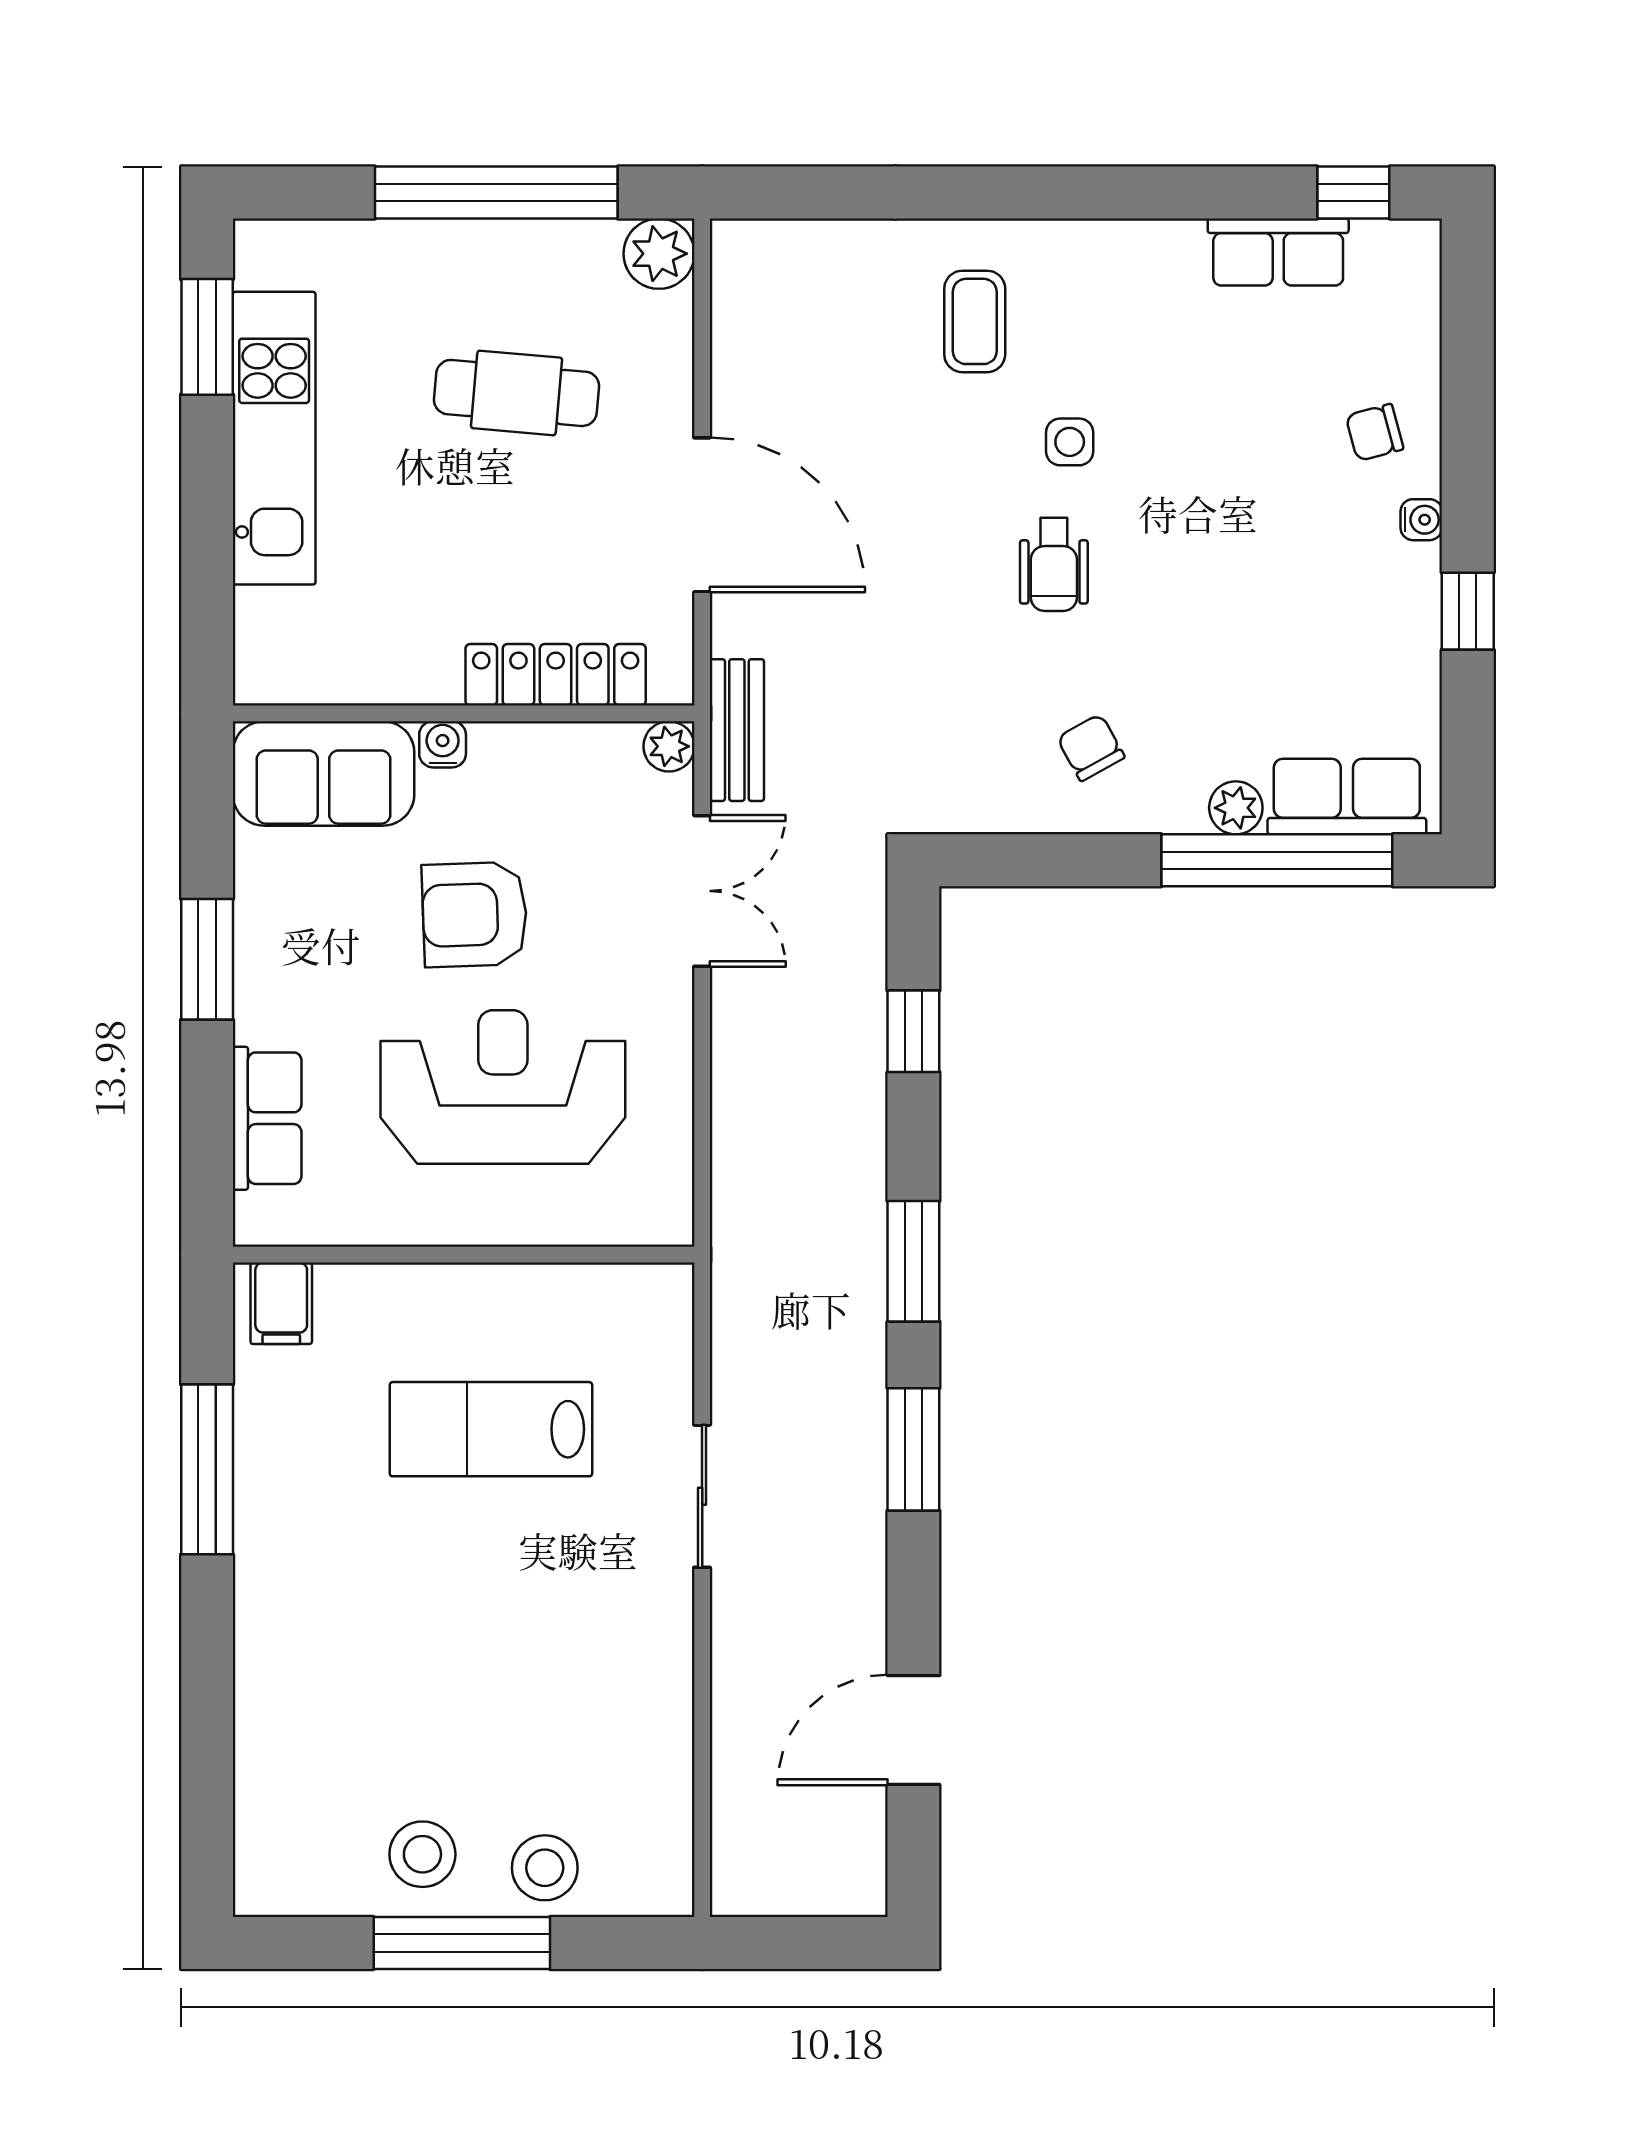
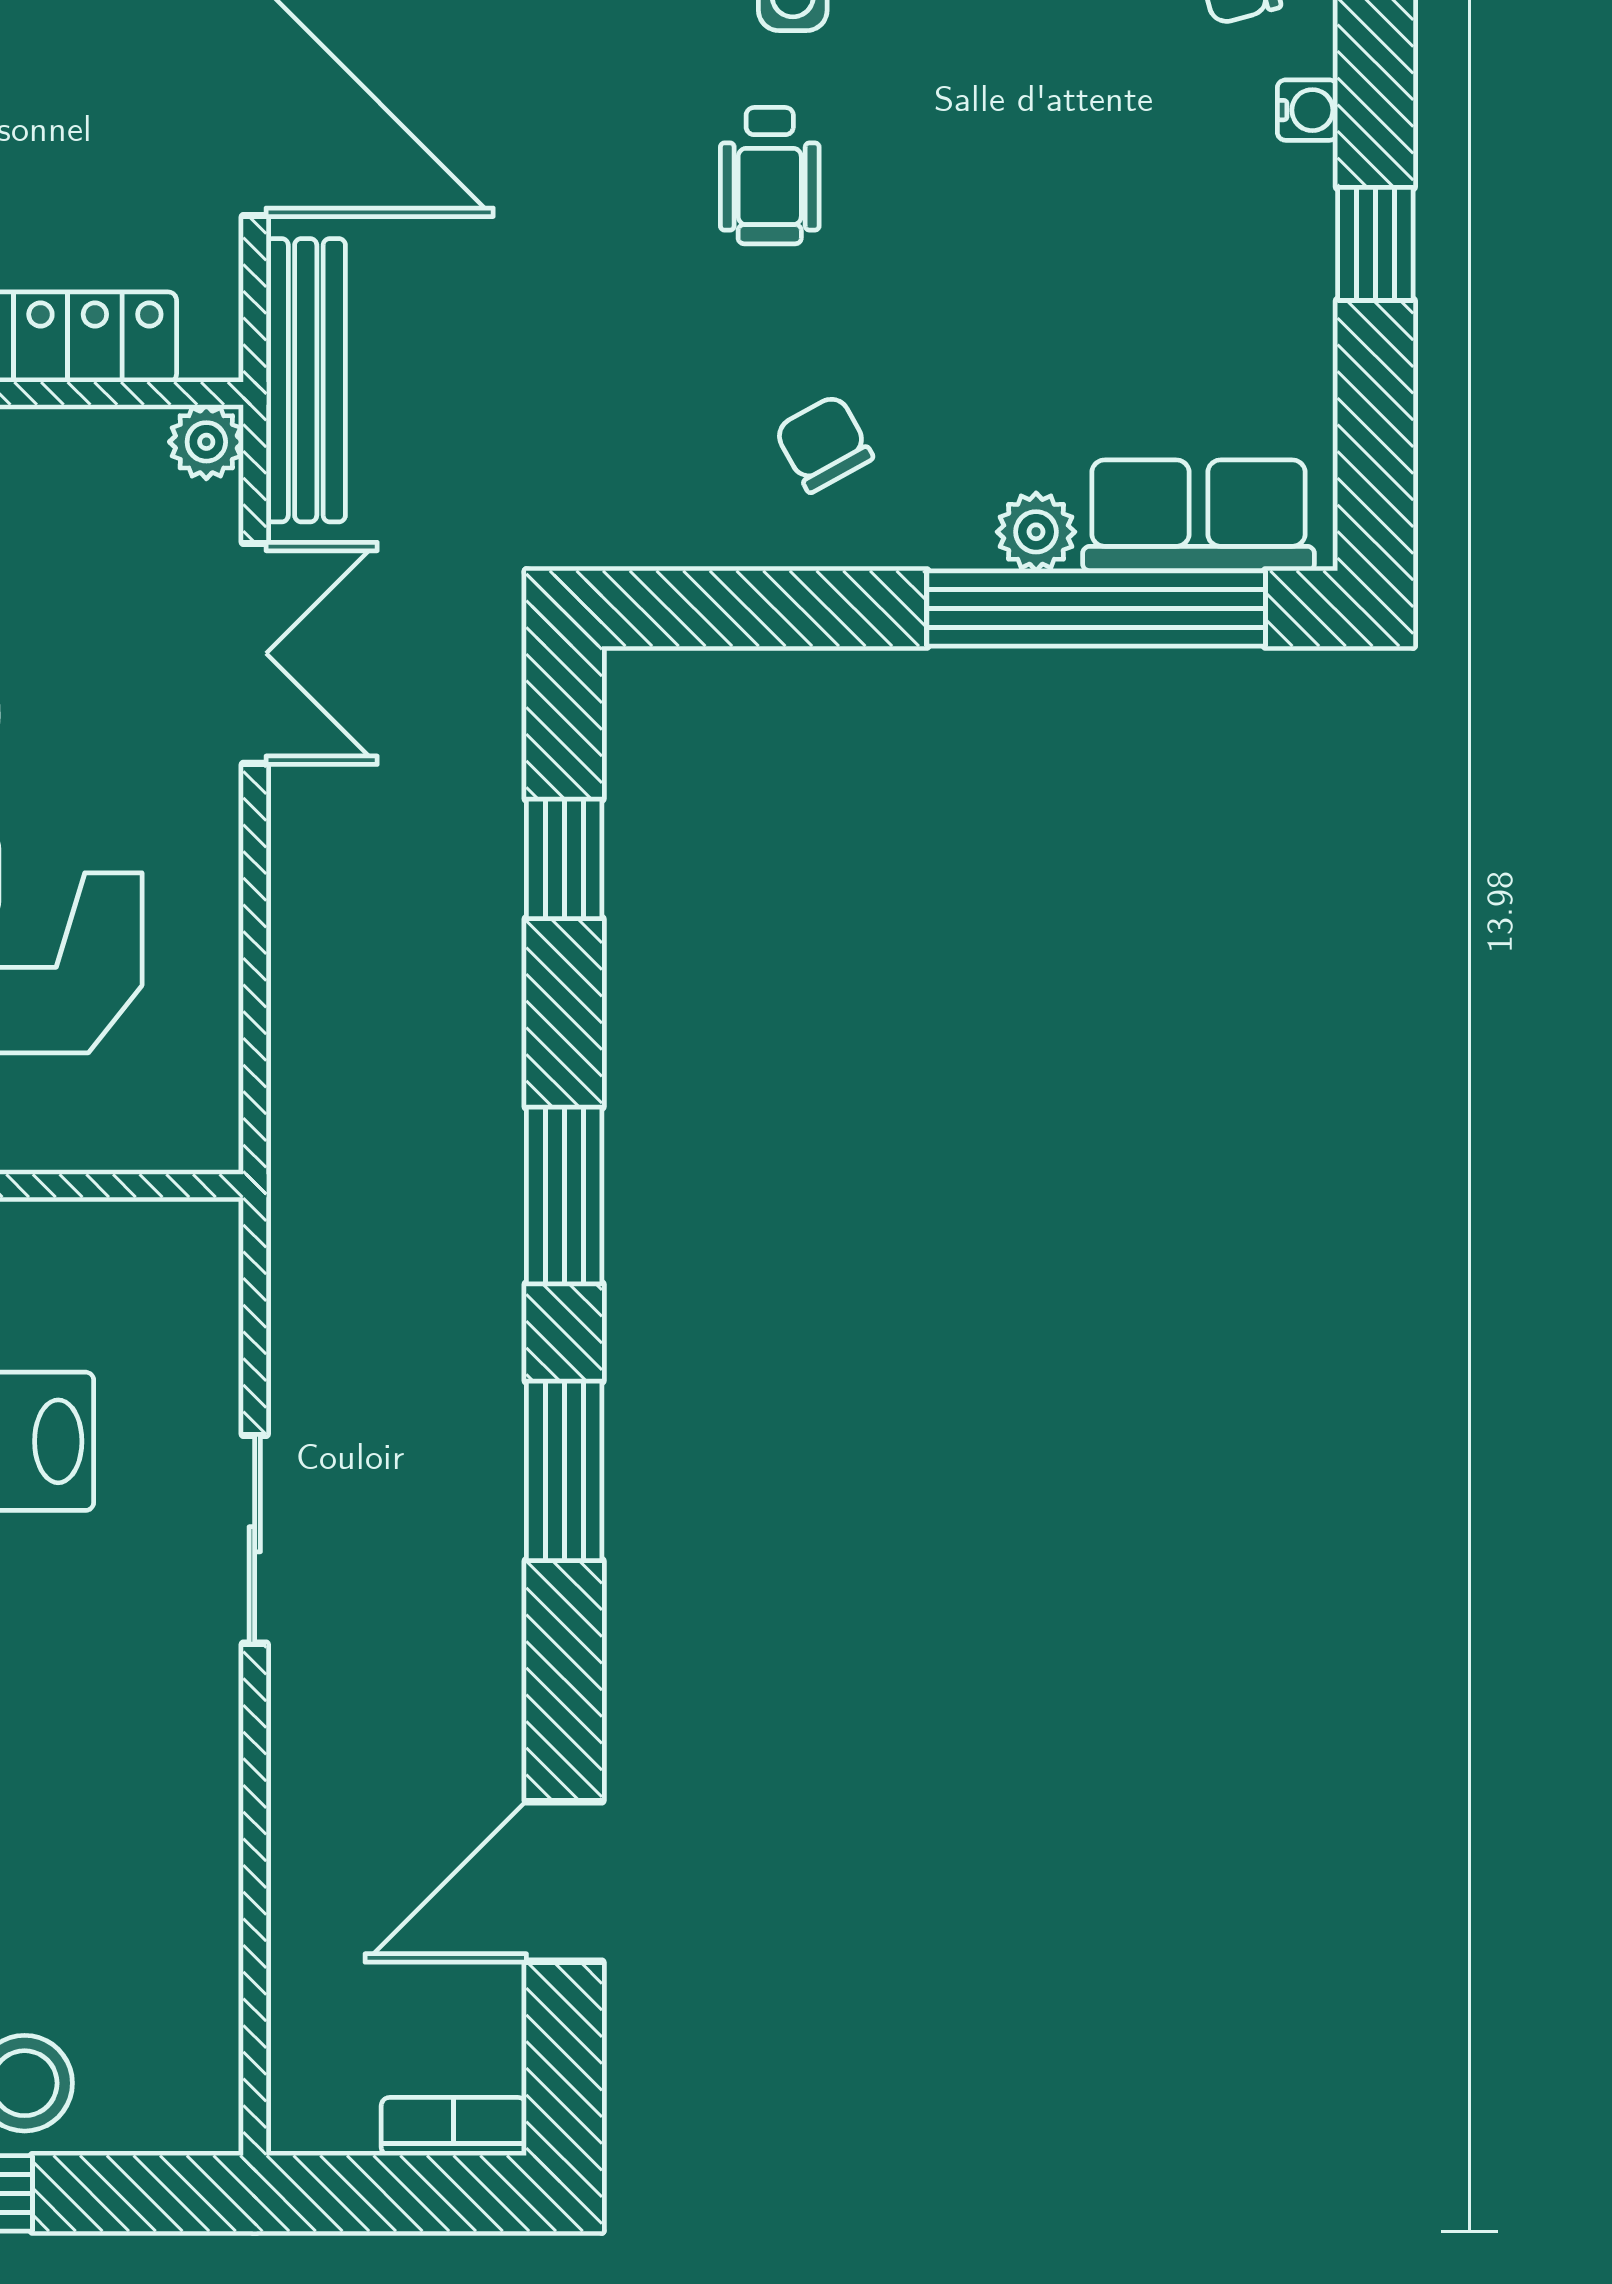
bench: (737, 730) -> (306, 380), width x1.36
bookcase: (838, 1897) -> (454, 2126), added

